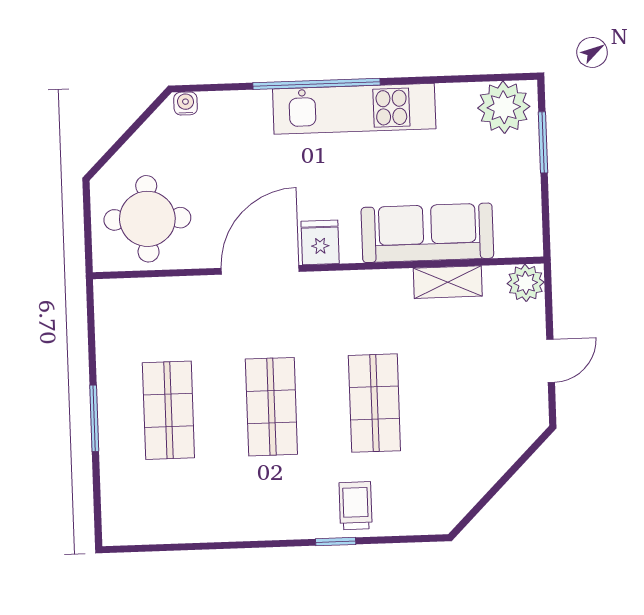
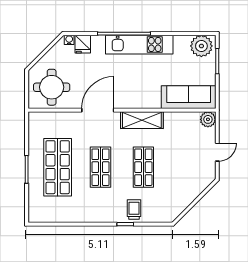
sofa: (427, 233) -> (189, 97), moved
fridge: (320, 242) -> (83, 44), moved, turned 180
shelving: (448, 282) -> (142, 120), moved, width x1.50, depth x1.33
shop shelf: (168, 410) -> (58, 167), width x1.43, depth x1.36

